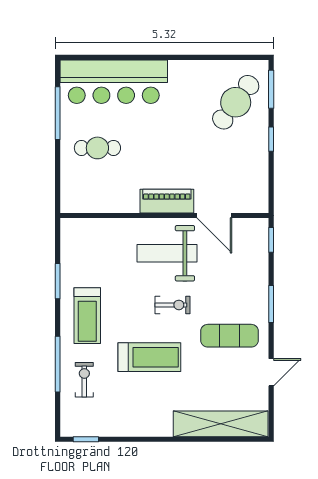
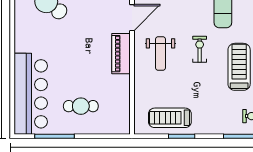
cafe table: (97, 148) -> (81, 106), turned 90
weight bench: (167, 253) -> (161, 53), width x0.73, depth x0.75
treadmill: (87, 316) -> (170, 118), moved, turned 180

